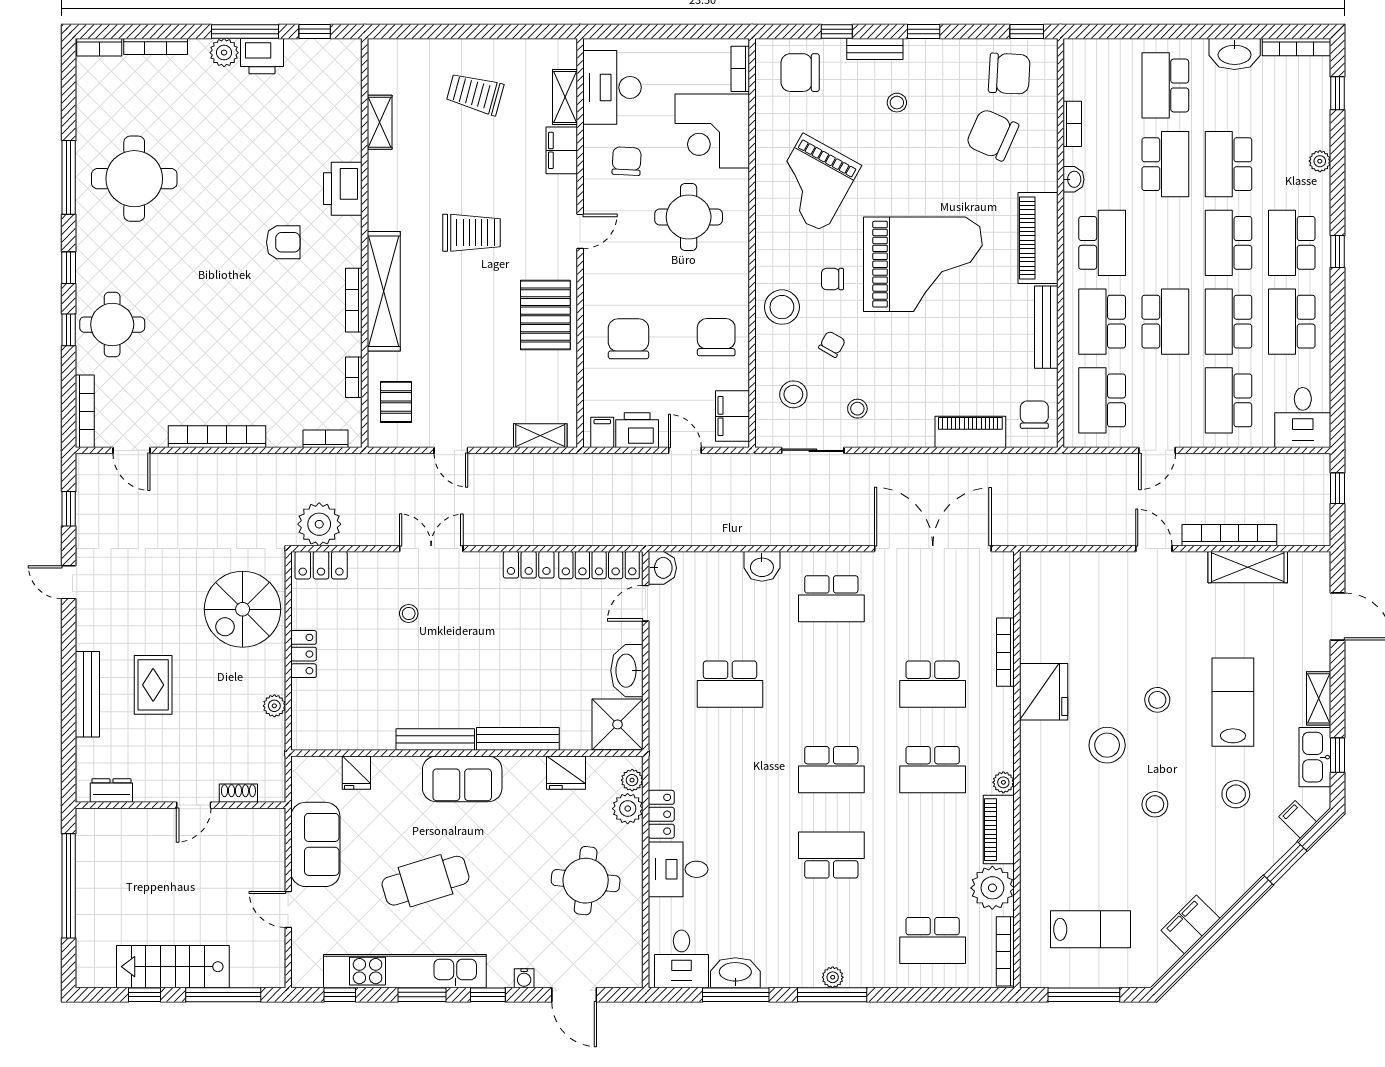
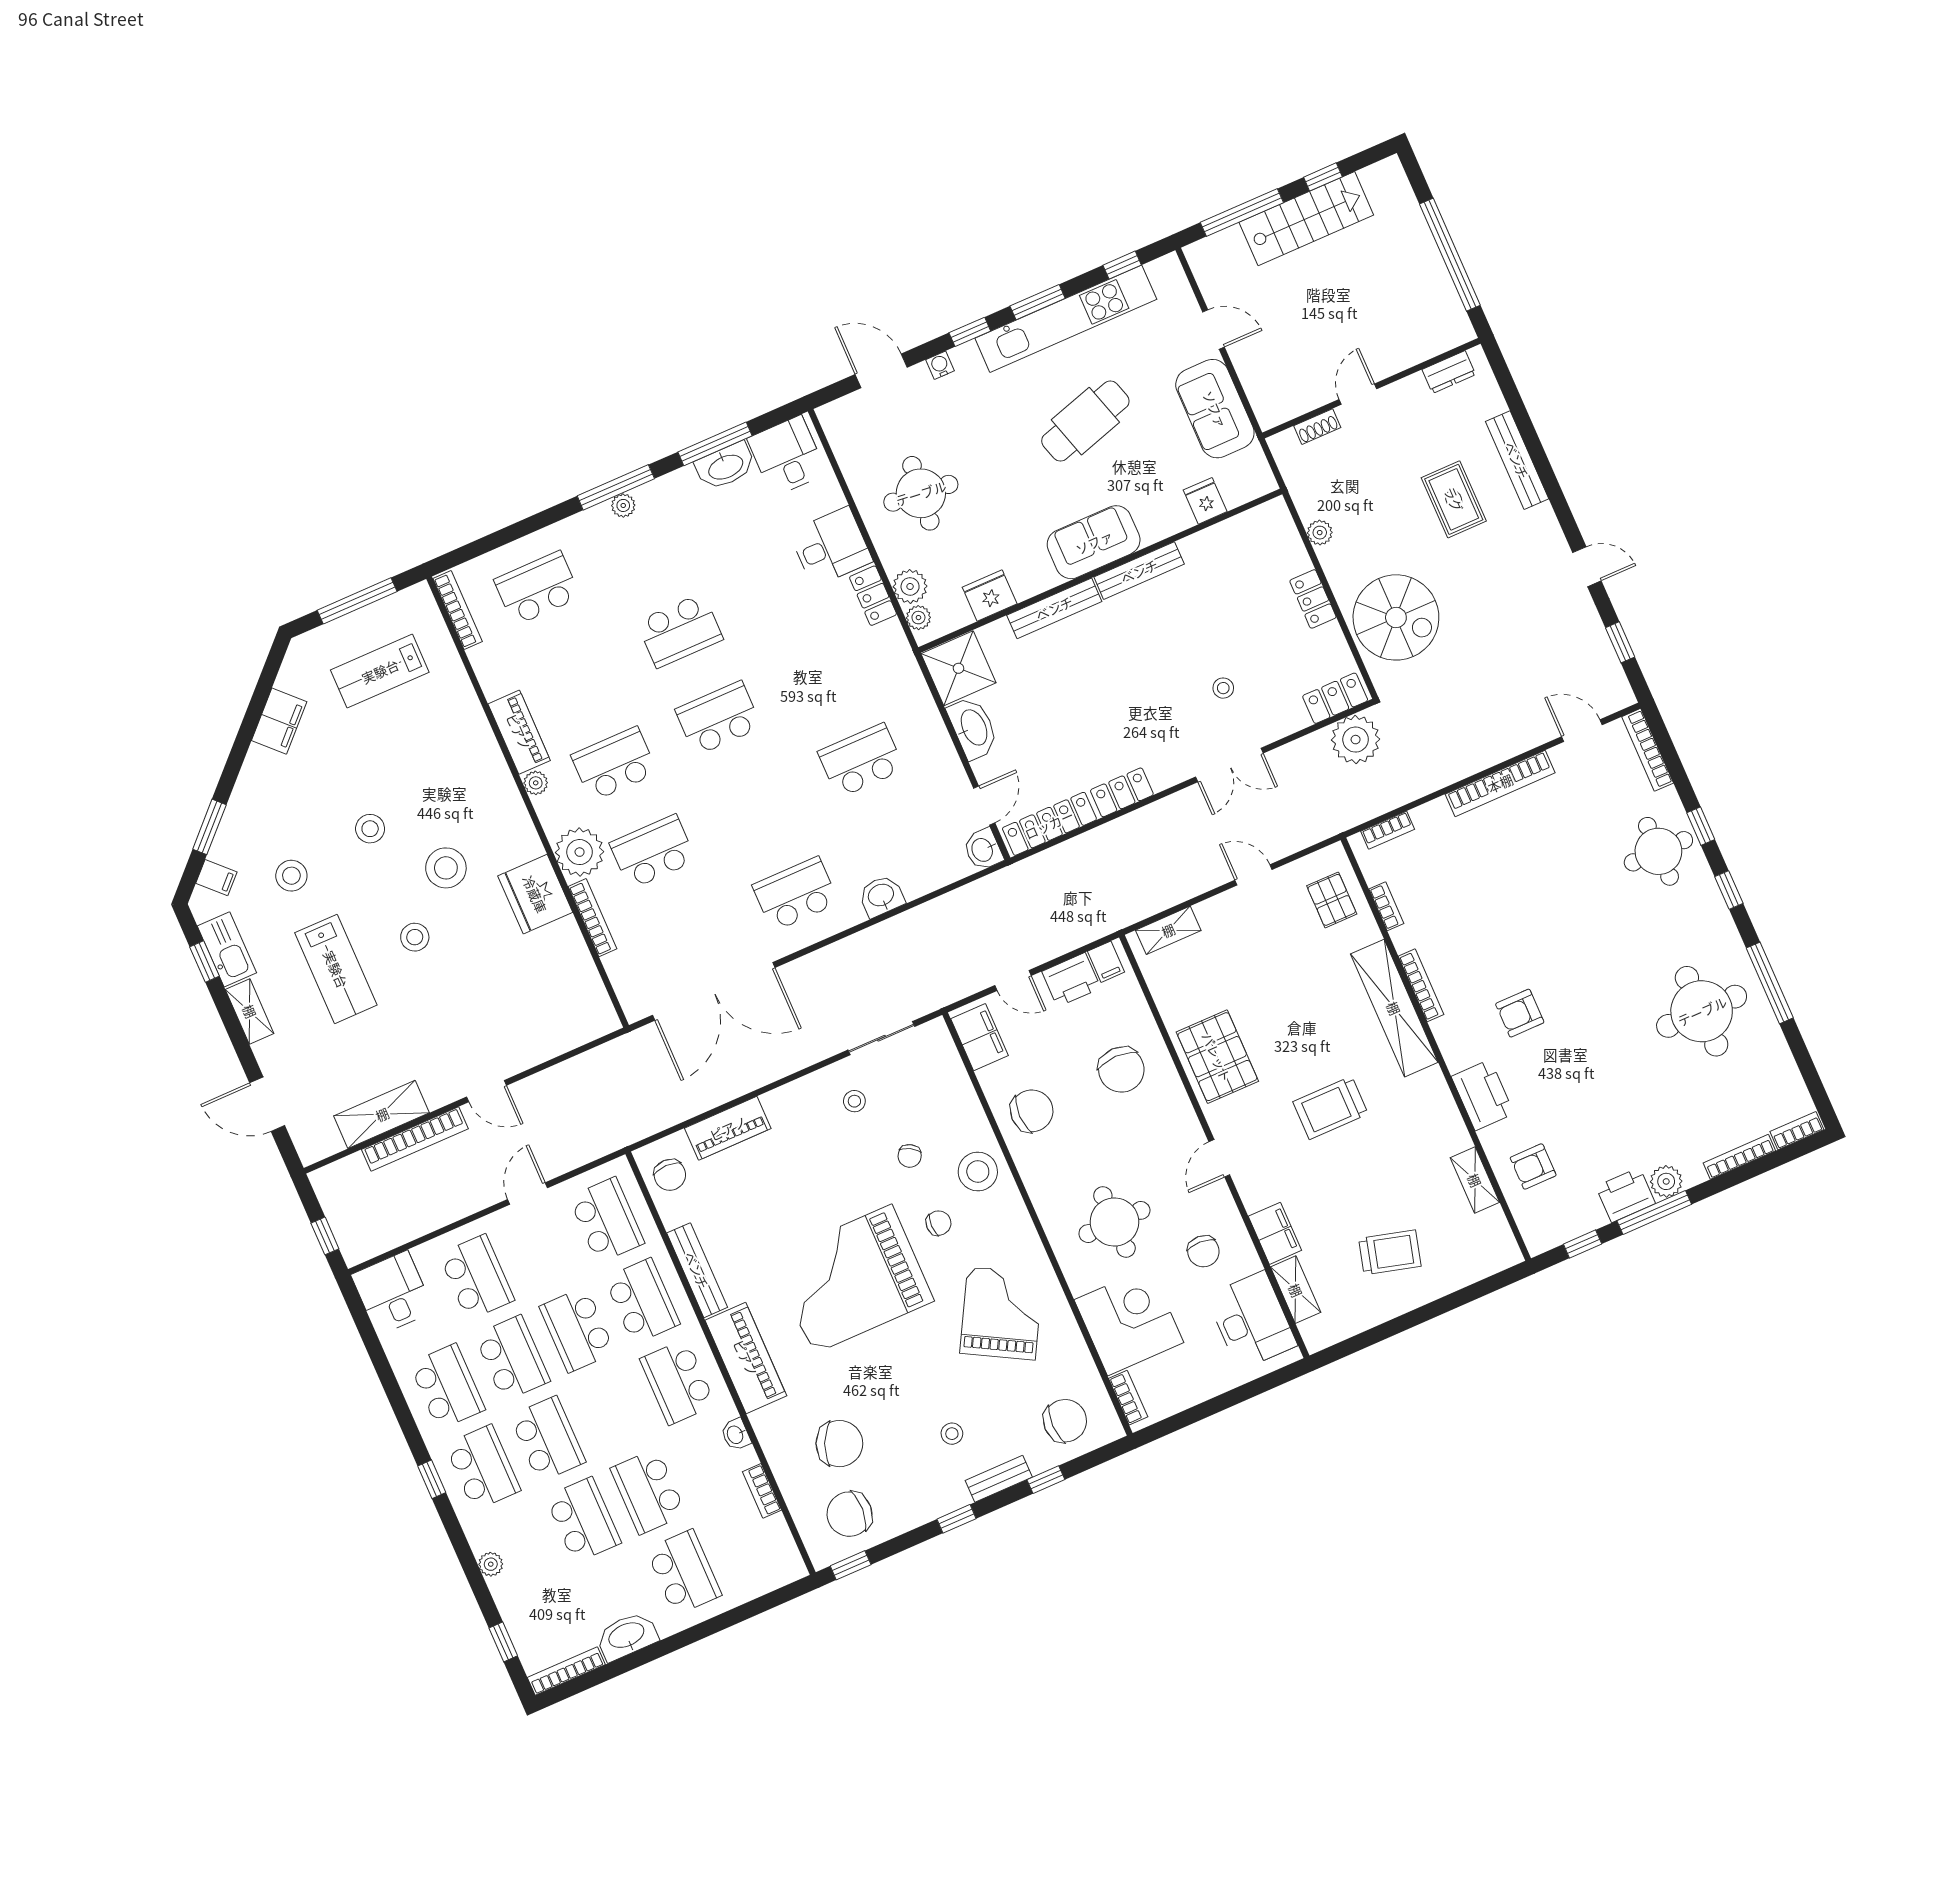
armchair: (327, 112) -> (1533, 1166), added
chair: (716, 337) -> (1032, 1111), turned -90
stool: (793, 394) -> (927, 1087), removed
spiral stairs: (243, 609) -> (1396, 617), turned 90
plant: (992, 888) -> (580, 852), moved

